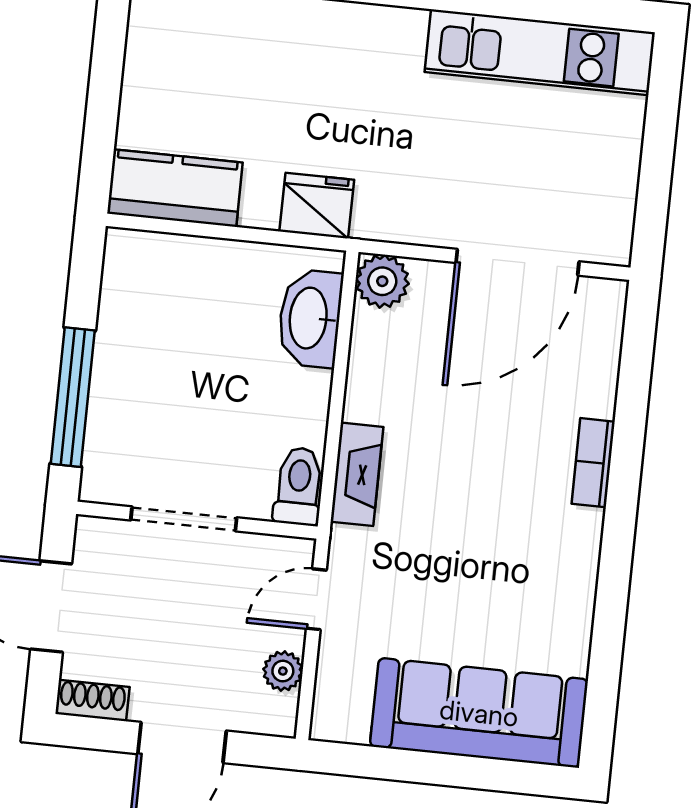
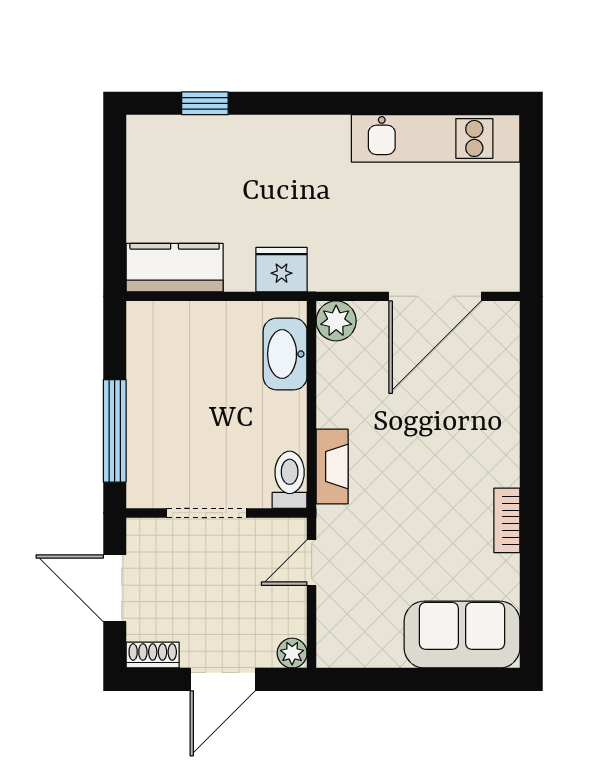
bookcase: (593, 463) -> (507, 520), moved
plant: (283, 671) -> (292, 653), moved
sofa: (479, 713) -> (462, 635), width x0.73

